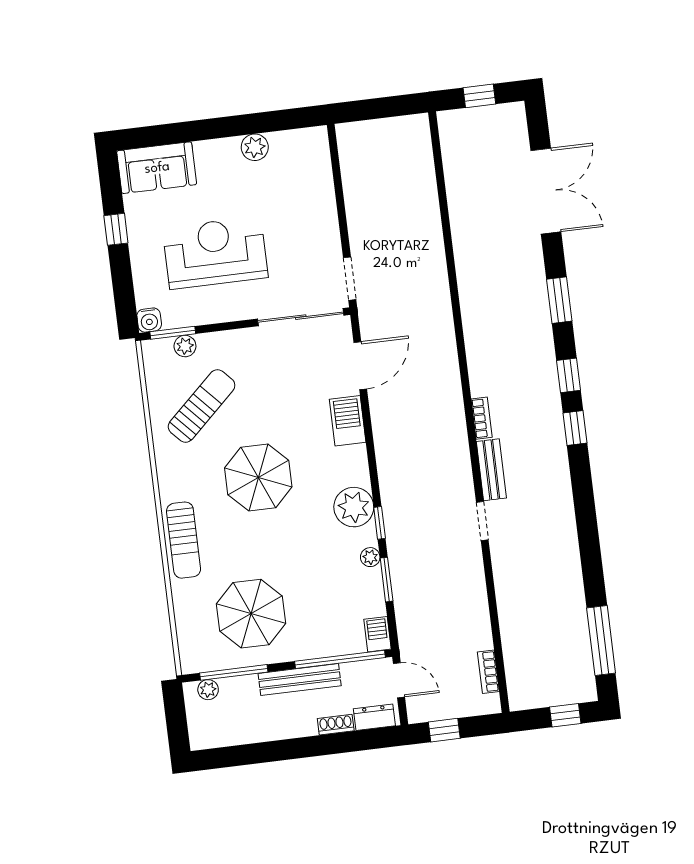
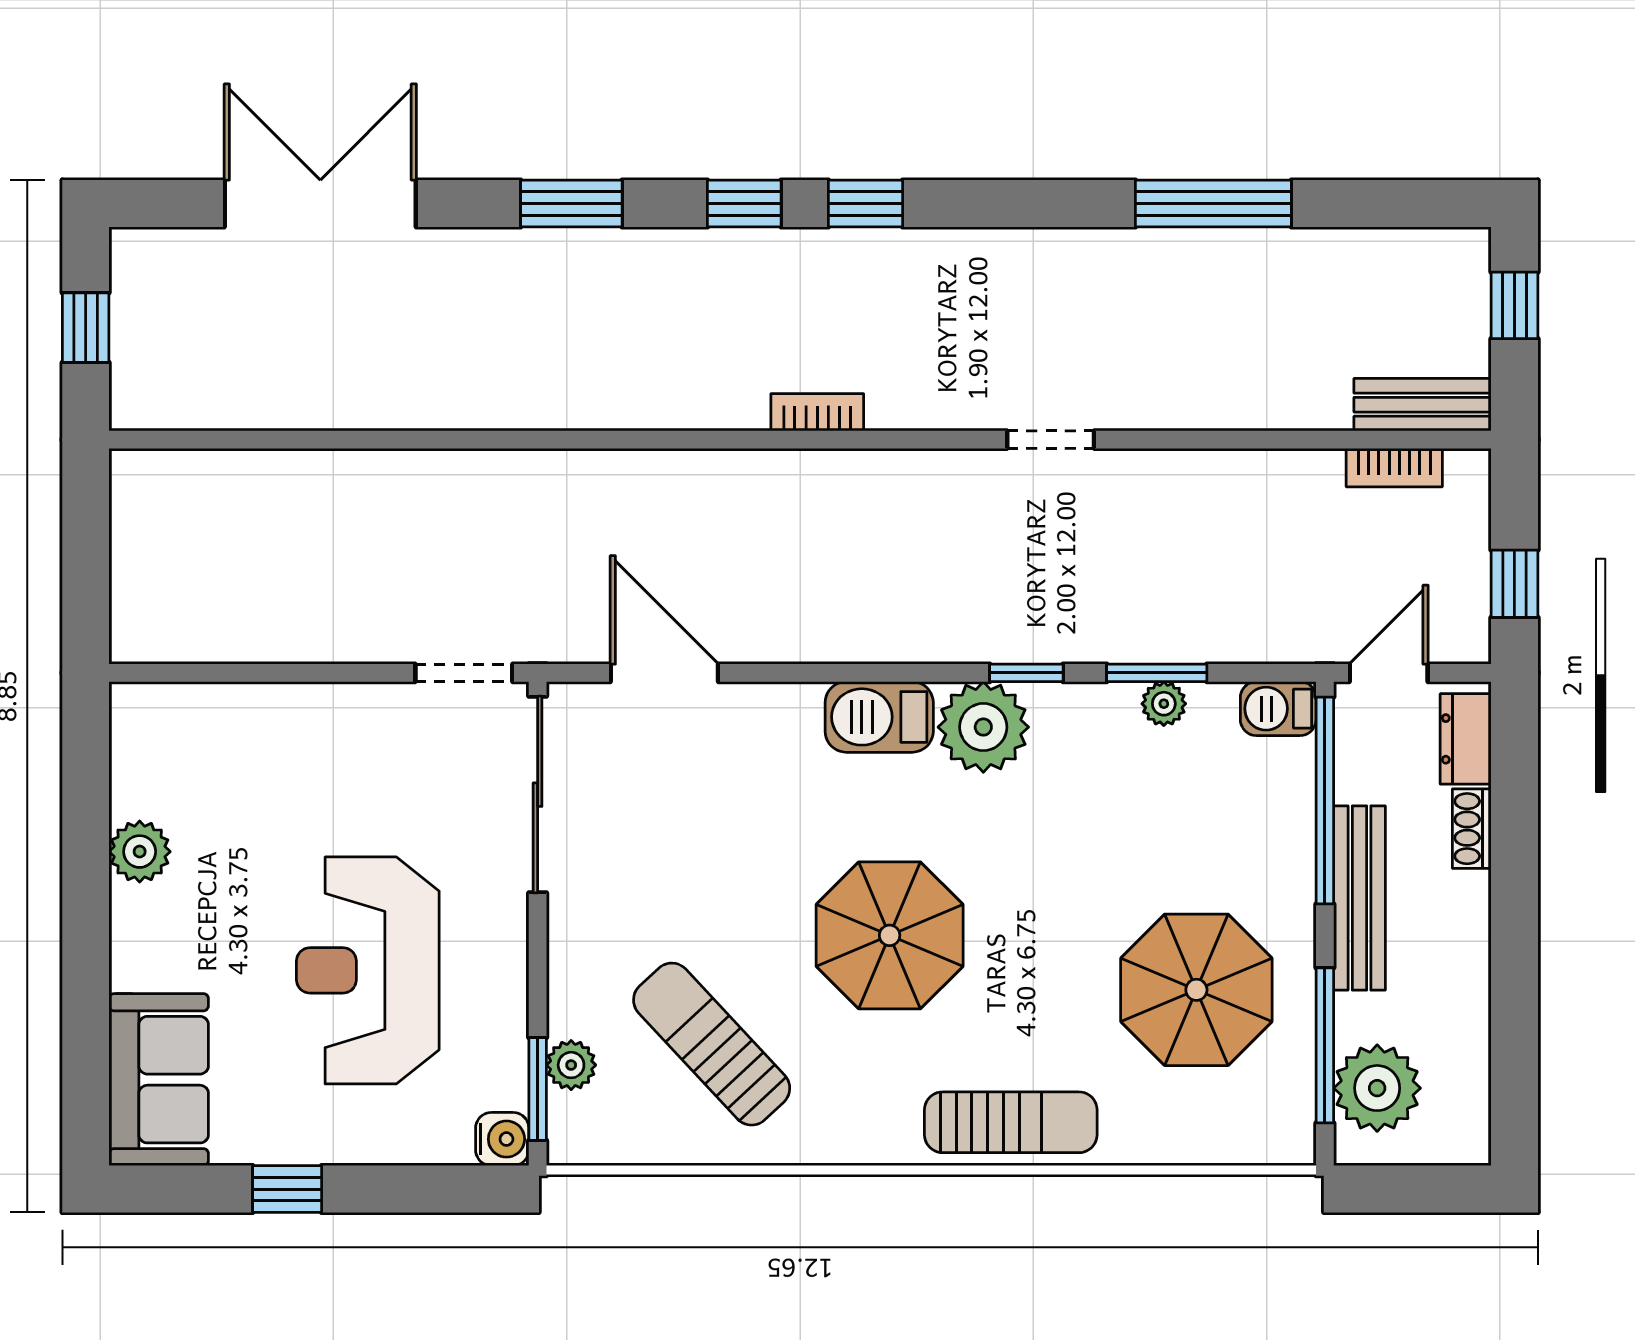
barbecue: (348, 421) -> (879, 717), moved
bench: (491, 470) -> (1423, 405), moved
plant: (370, 557) -> (1164, 704), moved
window: (601, 641) -> (1213, 203), moved
plant: (208, 690) -> (1377, 1088), width x1.87, depth x1.87

